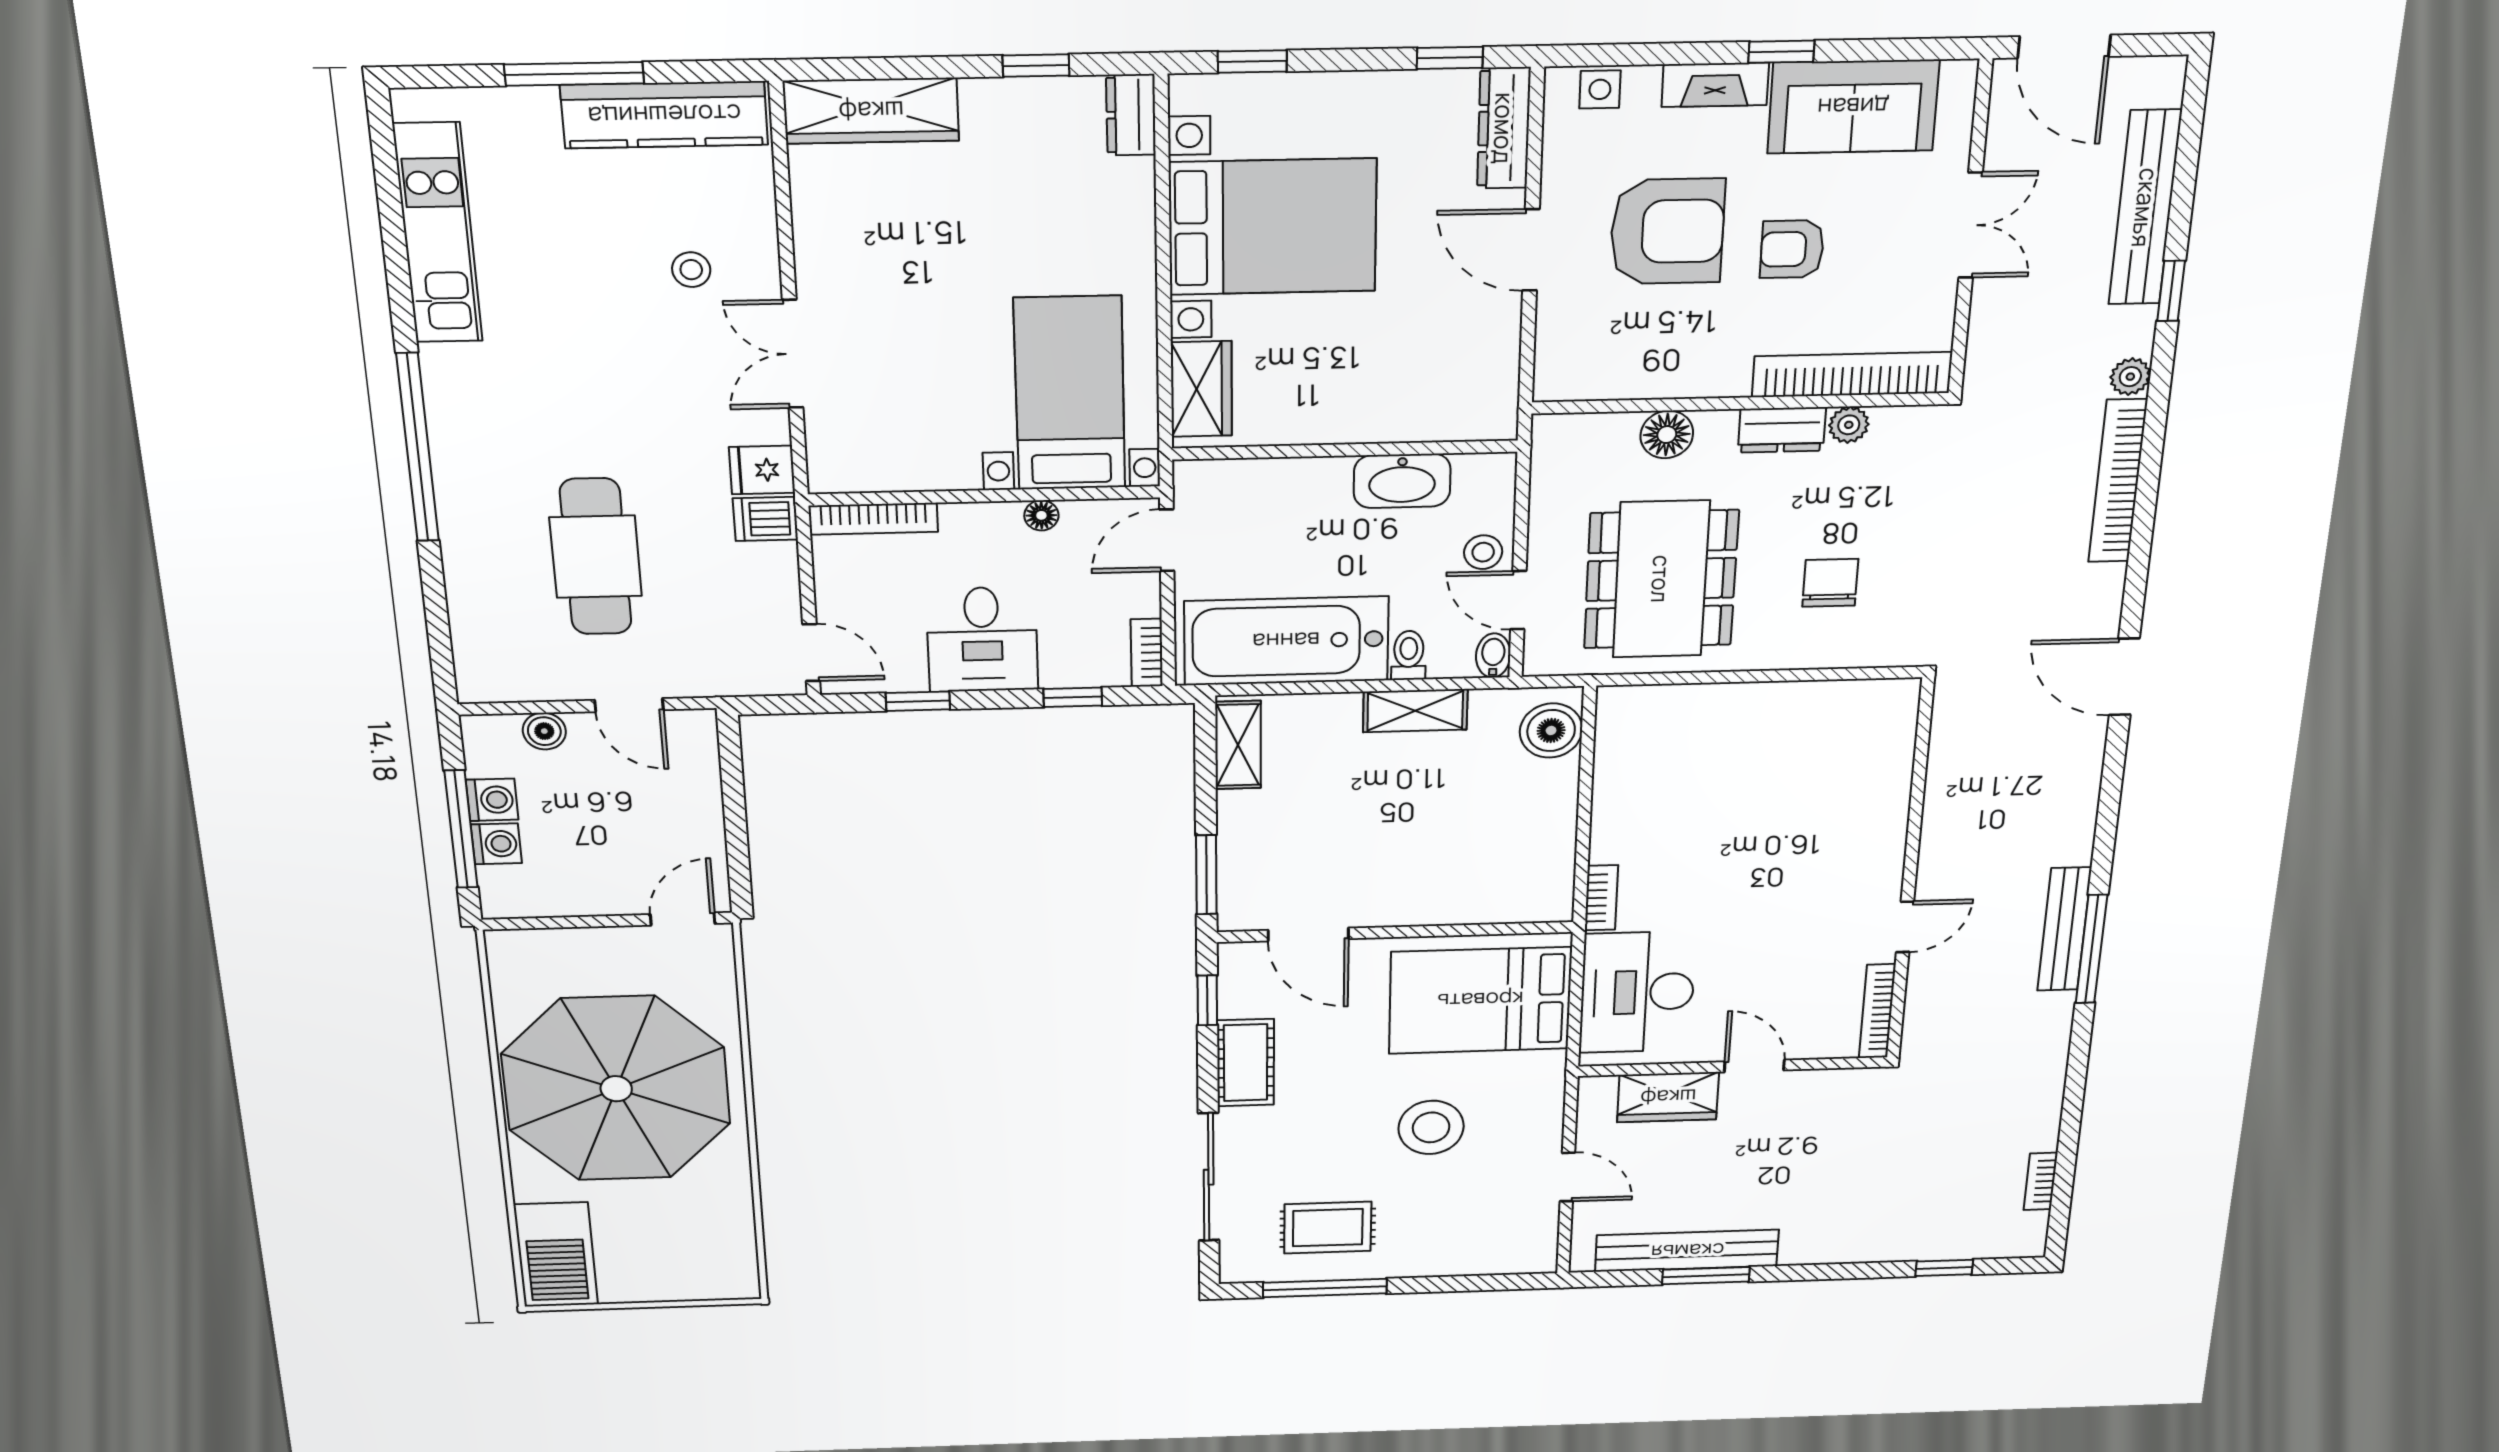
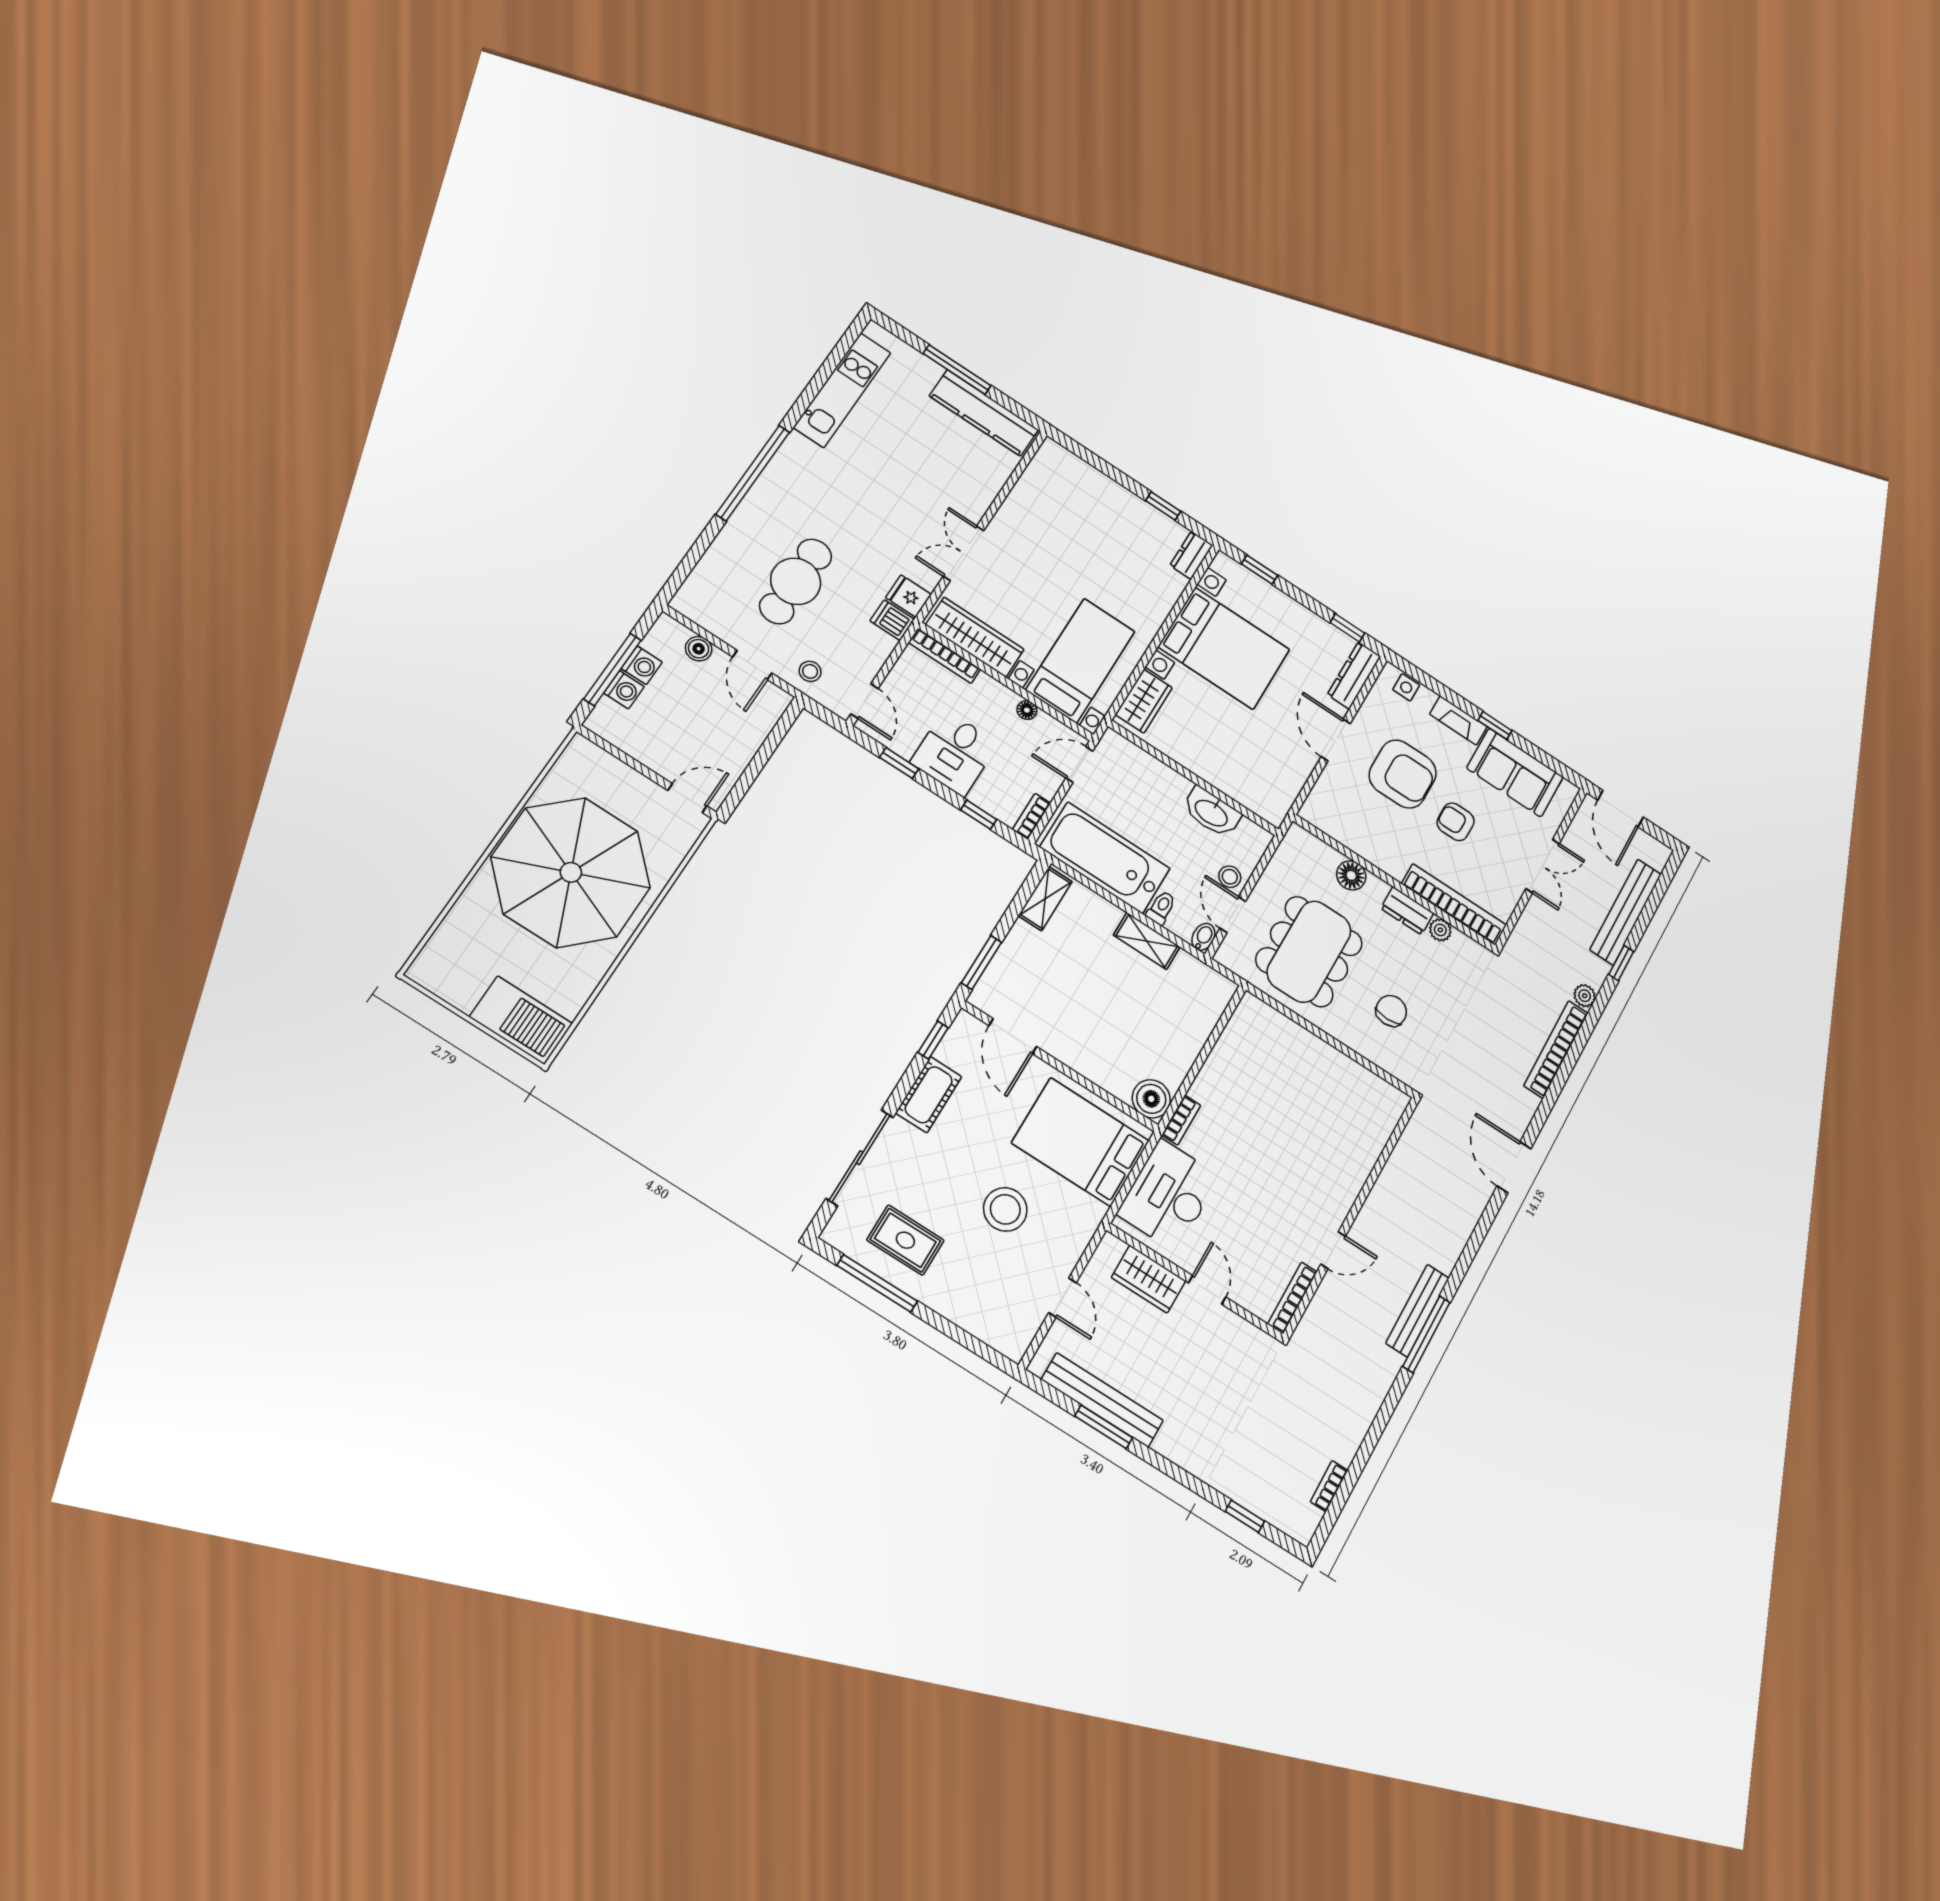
wardrobe: (871, 111) -> (975, 637), moved, turned 180
stool: (691, 270) -> (810, 671), moved
boiler: (1551, 731) -> (1151, 1099), moved
barbecue: (556, 1255) -> (521, 1020), moved, turned -90

